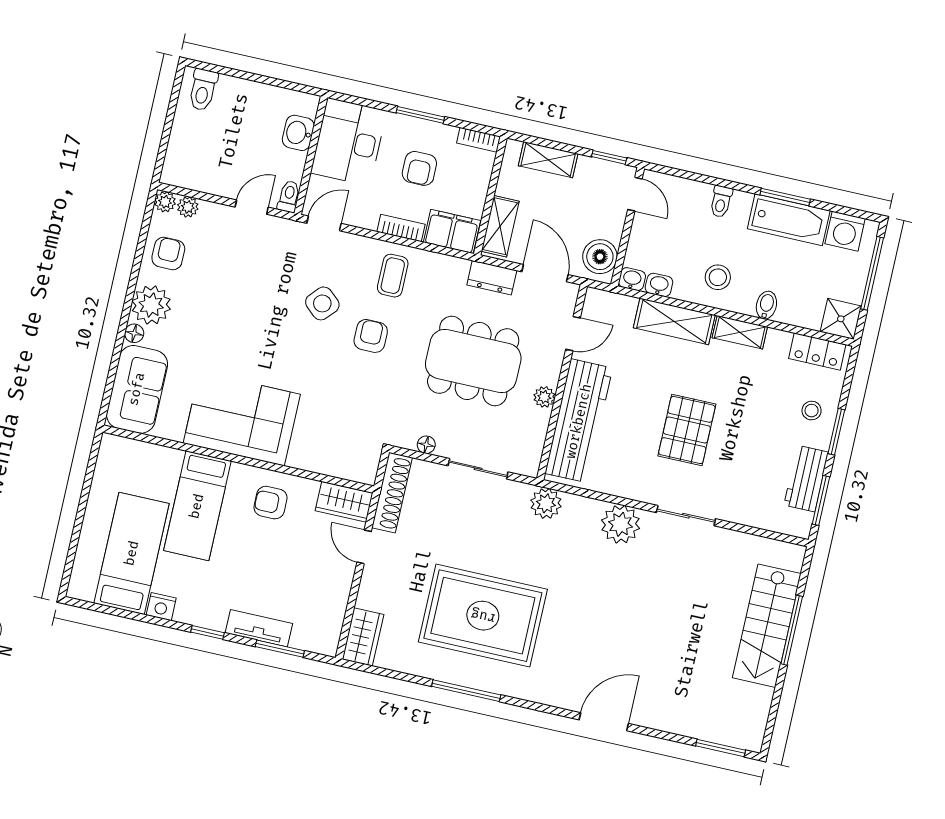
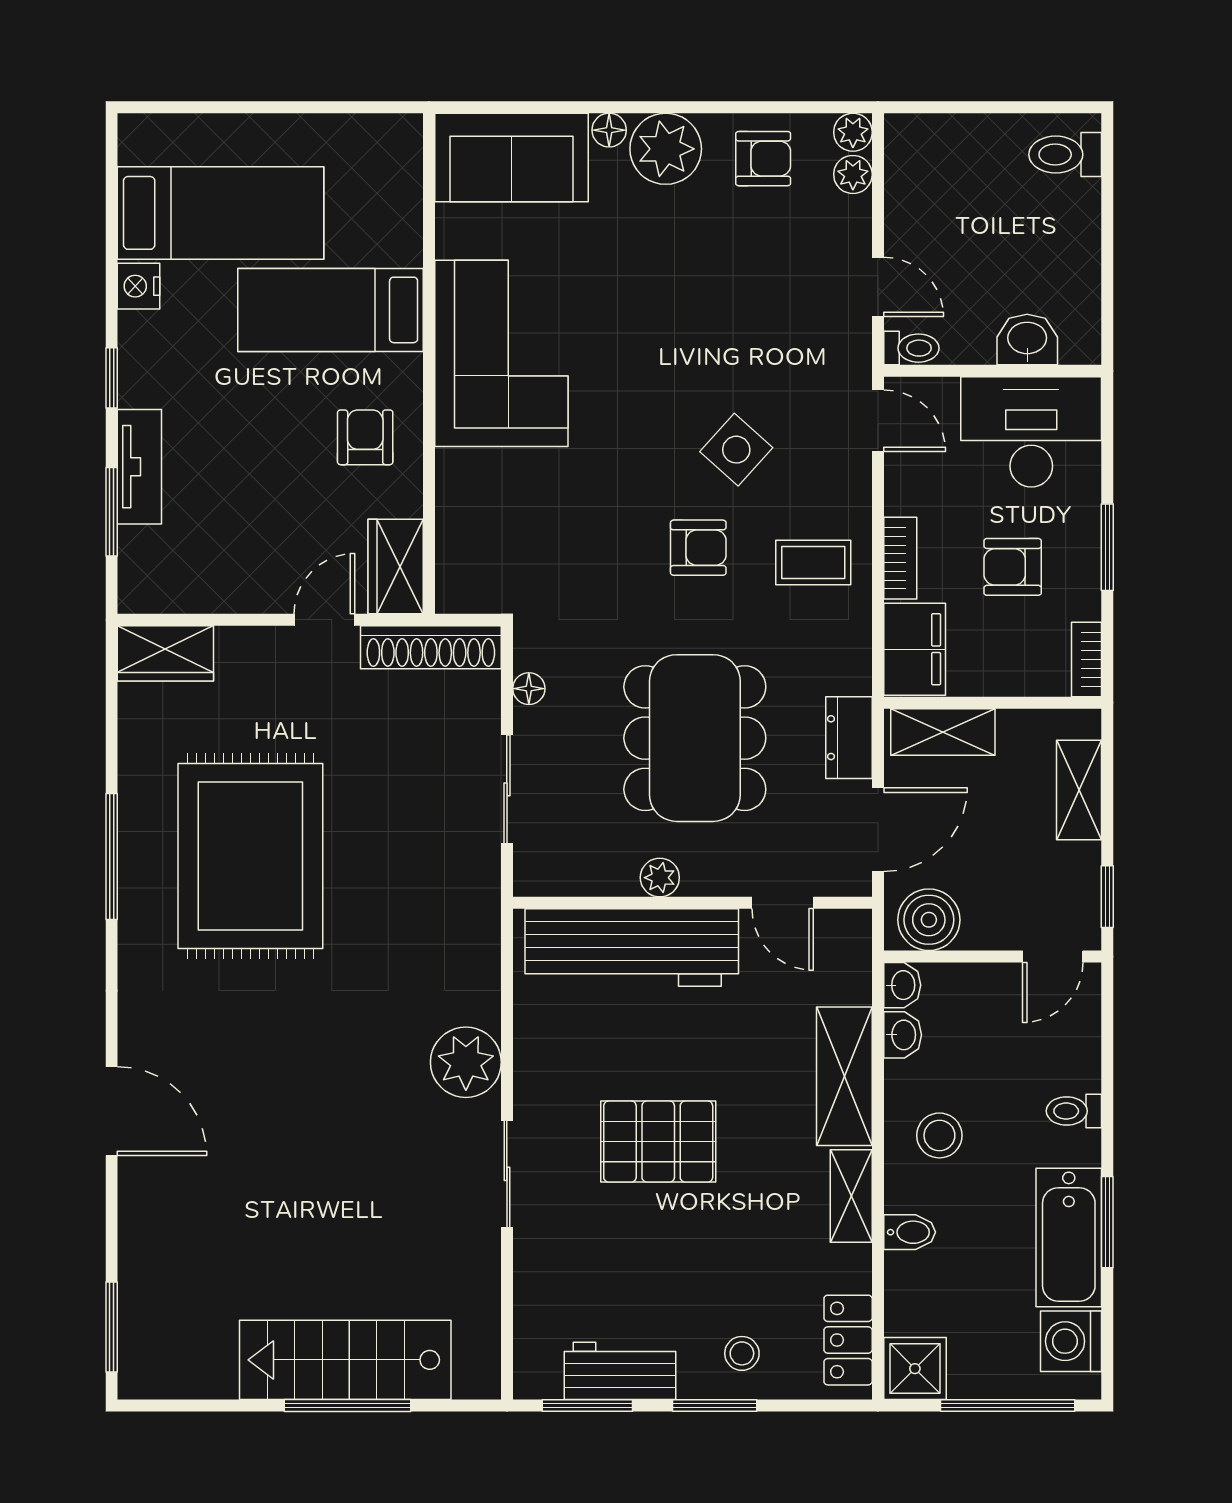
plant: (546, 503) -> (473, 923), removed

